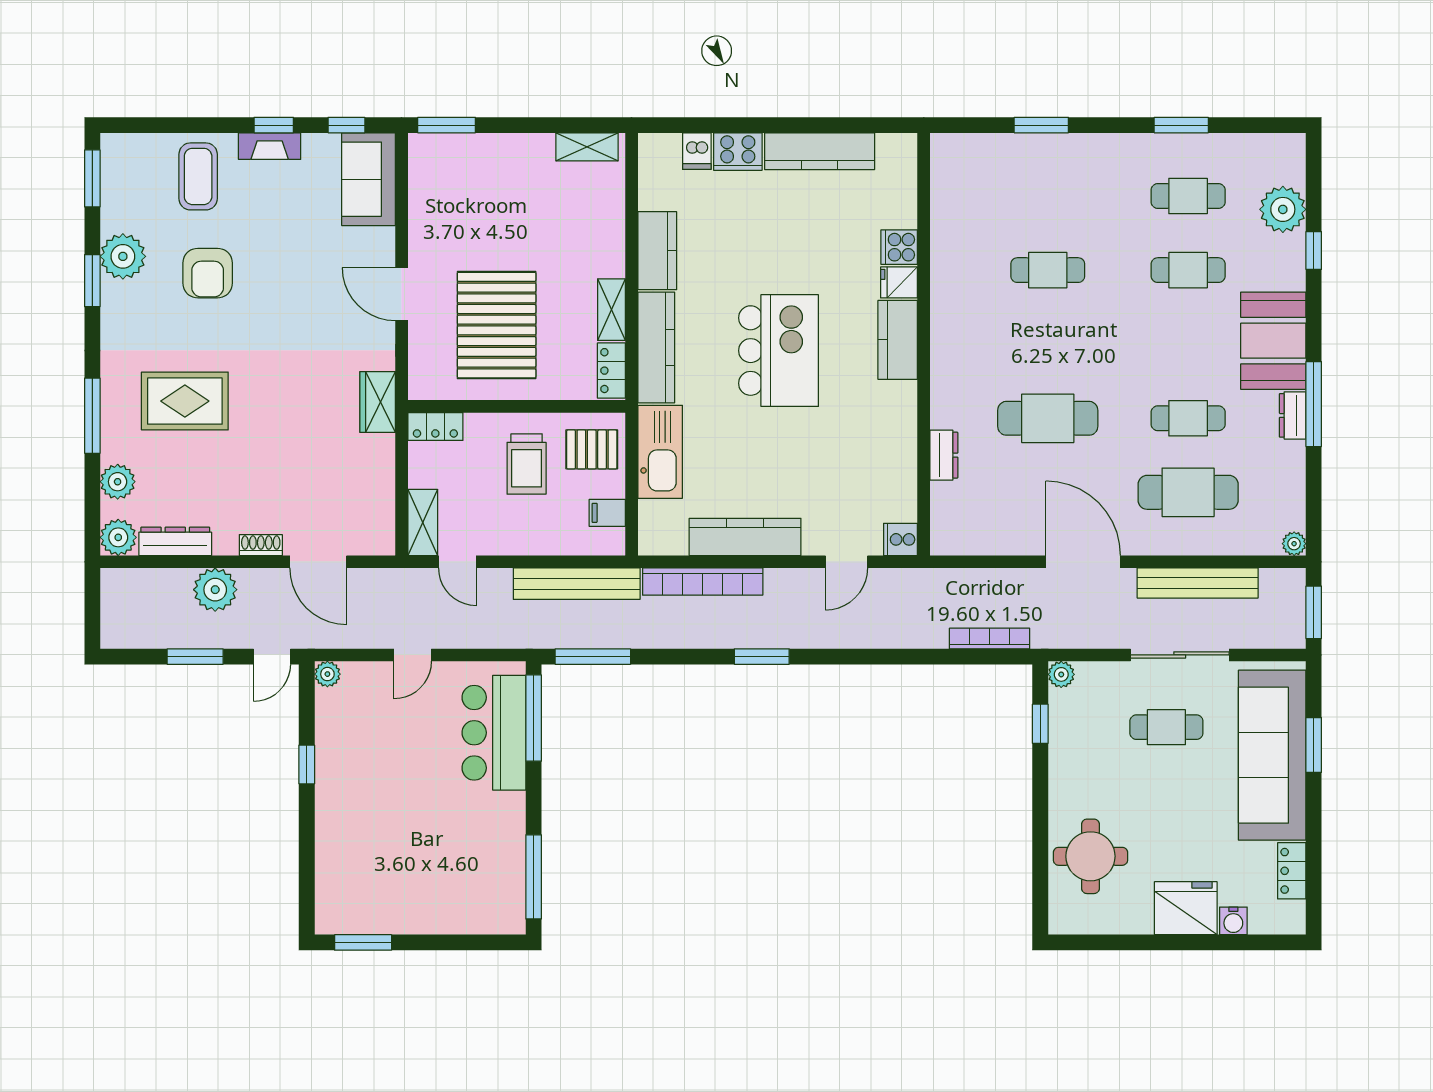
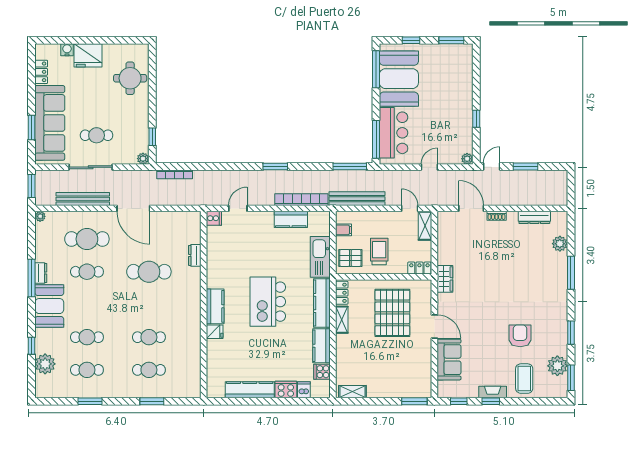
sofa: (369, 179) -> (449, 360), moved
cafe table: (1048, 196) -> (149, 370), added
cooker: (899, 247) -> (322, 372), moved, turned 180
plant: (123, 256) -> (557, 366), moved
rug: (185, 401) -> (530, 279), removed
plant: (118, 537) -> (559, 219), removed
kitchen counter: (745, 537) -> (291, 219), width x0.67
plant: (215, 590) -> (517, 196), removed
booth: (482, 855) -> (399, 79), added
window: (454, 942) -> (411, 40), added

